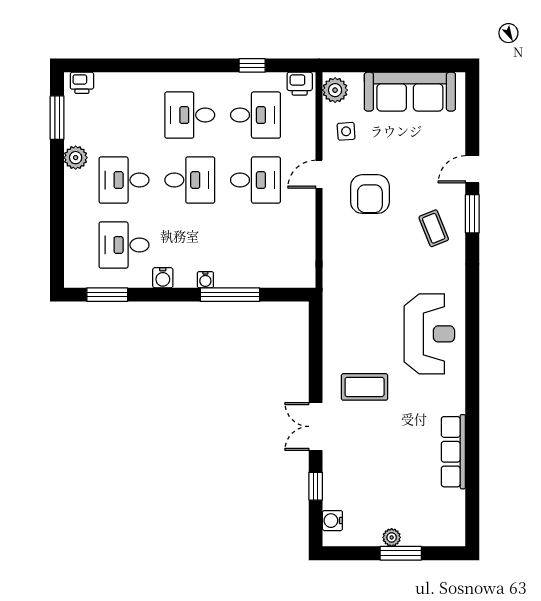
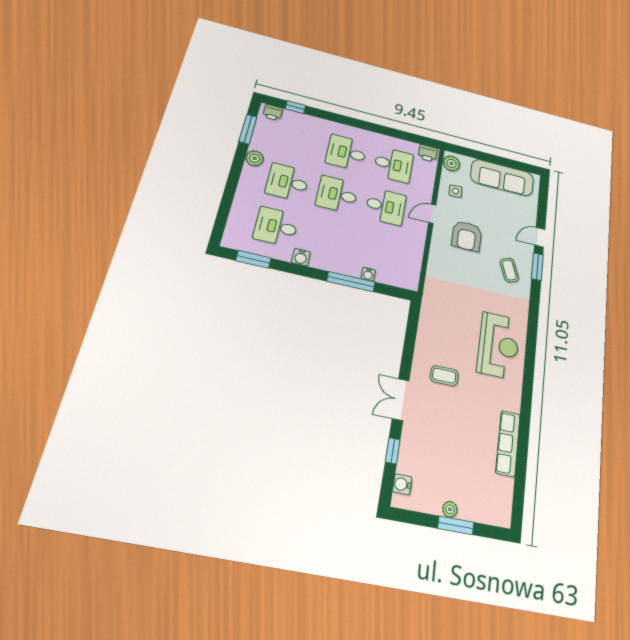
window: (252, 65) -> (295, 107), moved
desk: (190, 180) -> (337, 194), turned 180
water cooler: (205, 280) -> (368, 274), moved
coffee table: (365, 387) -> (444, 376), width x0.73, depth x0.77

